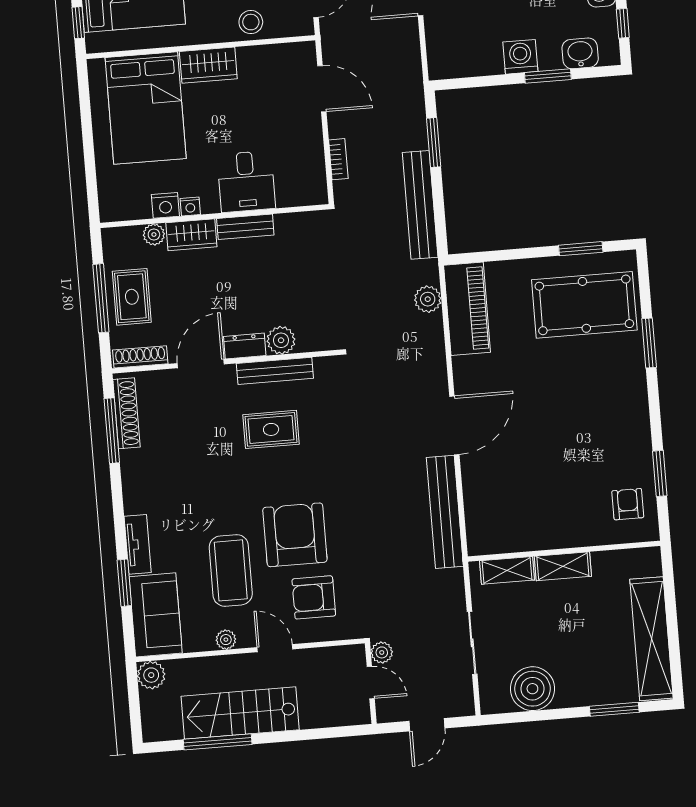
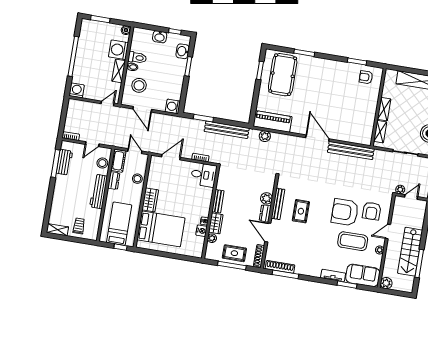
washing machine: (520, 57) -> (173, 106), moved
desk: (246, 181) -> (204, 175), moved

